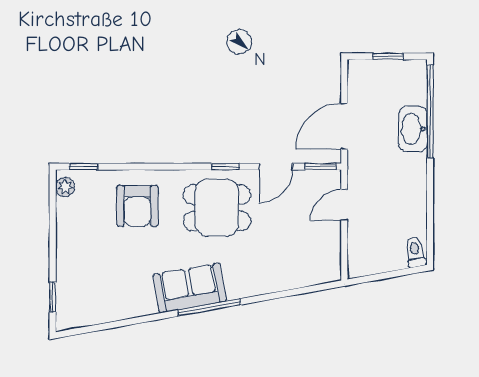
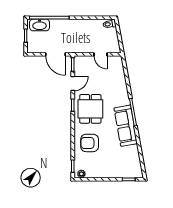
washbasin: (413, 129) -> (40, 25), moved
door: (276, 167) -> (73, 84), hinge flipped
door: (344, 205) -> (101, 54), moved
armchair: (137, 206) -> (90, 143), turned 180
sofa: (190, 288) -> (126, 126), width x1.36

